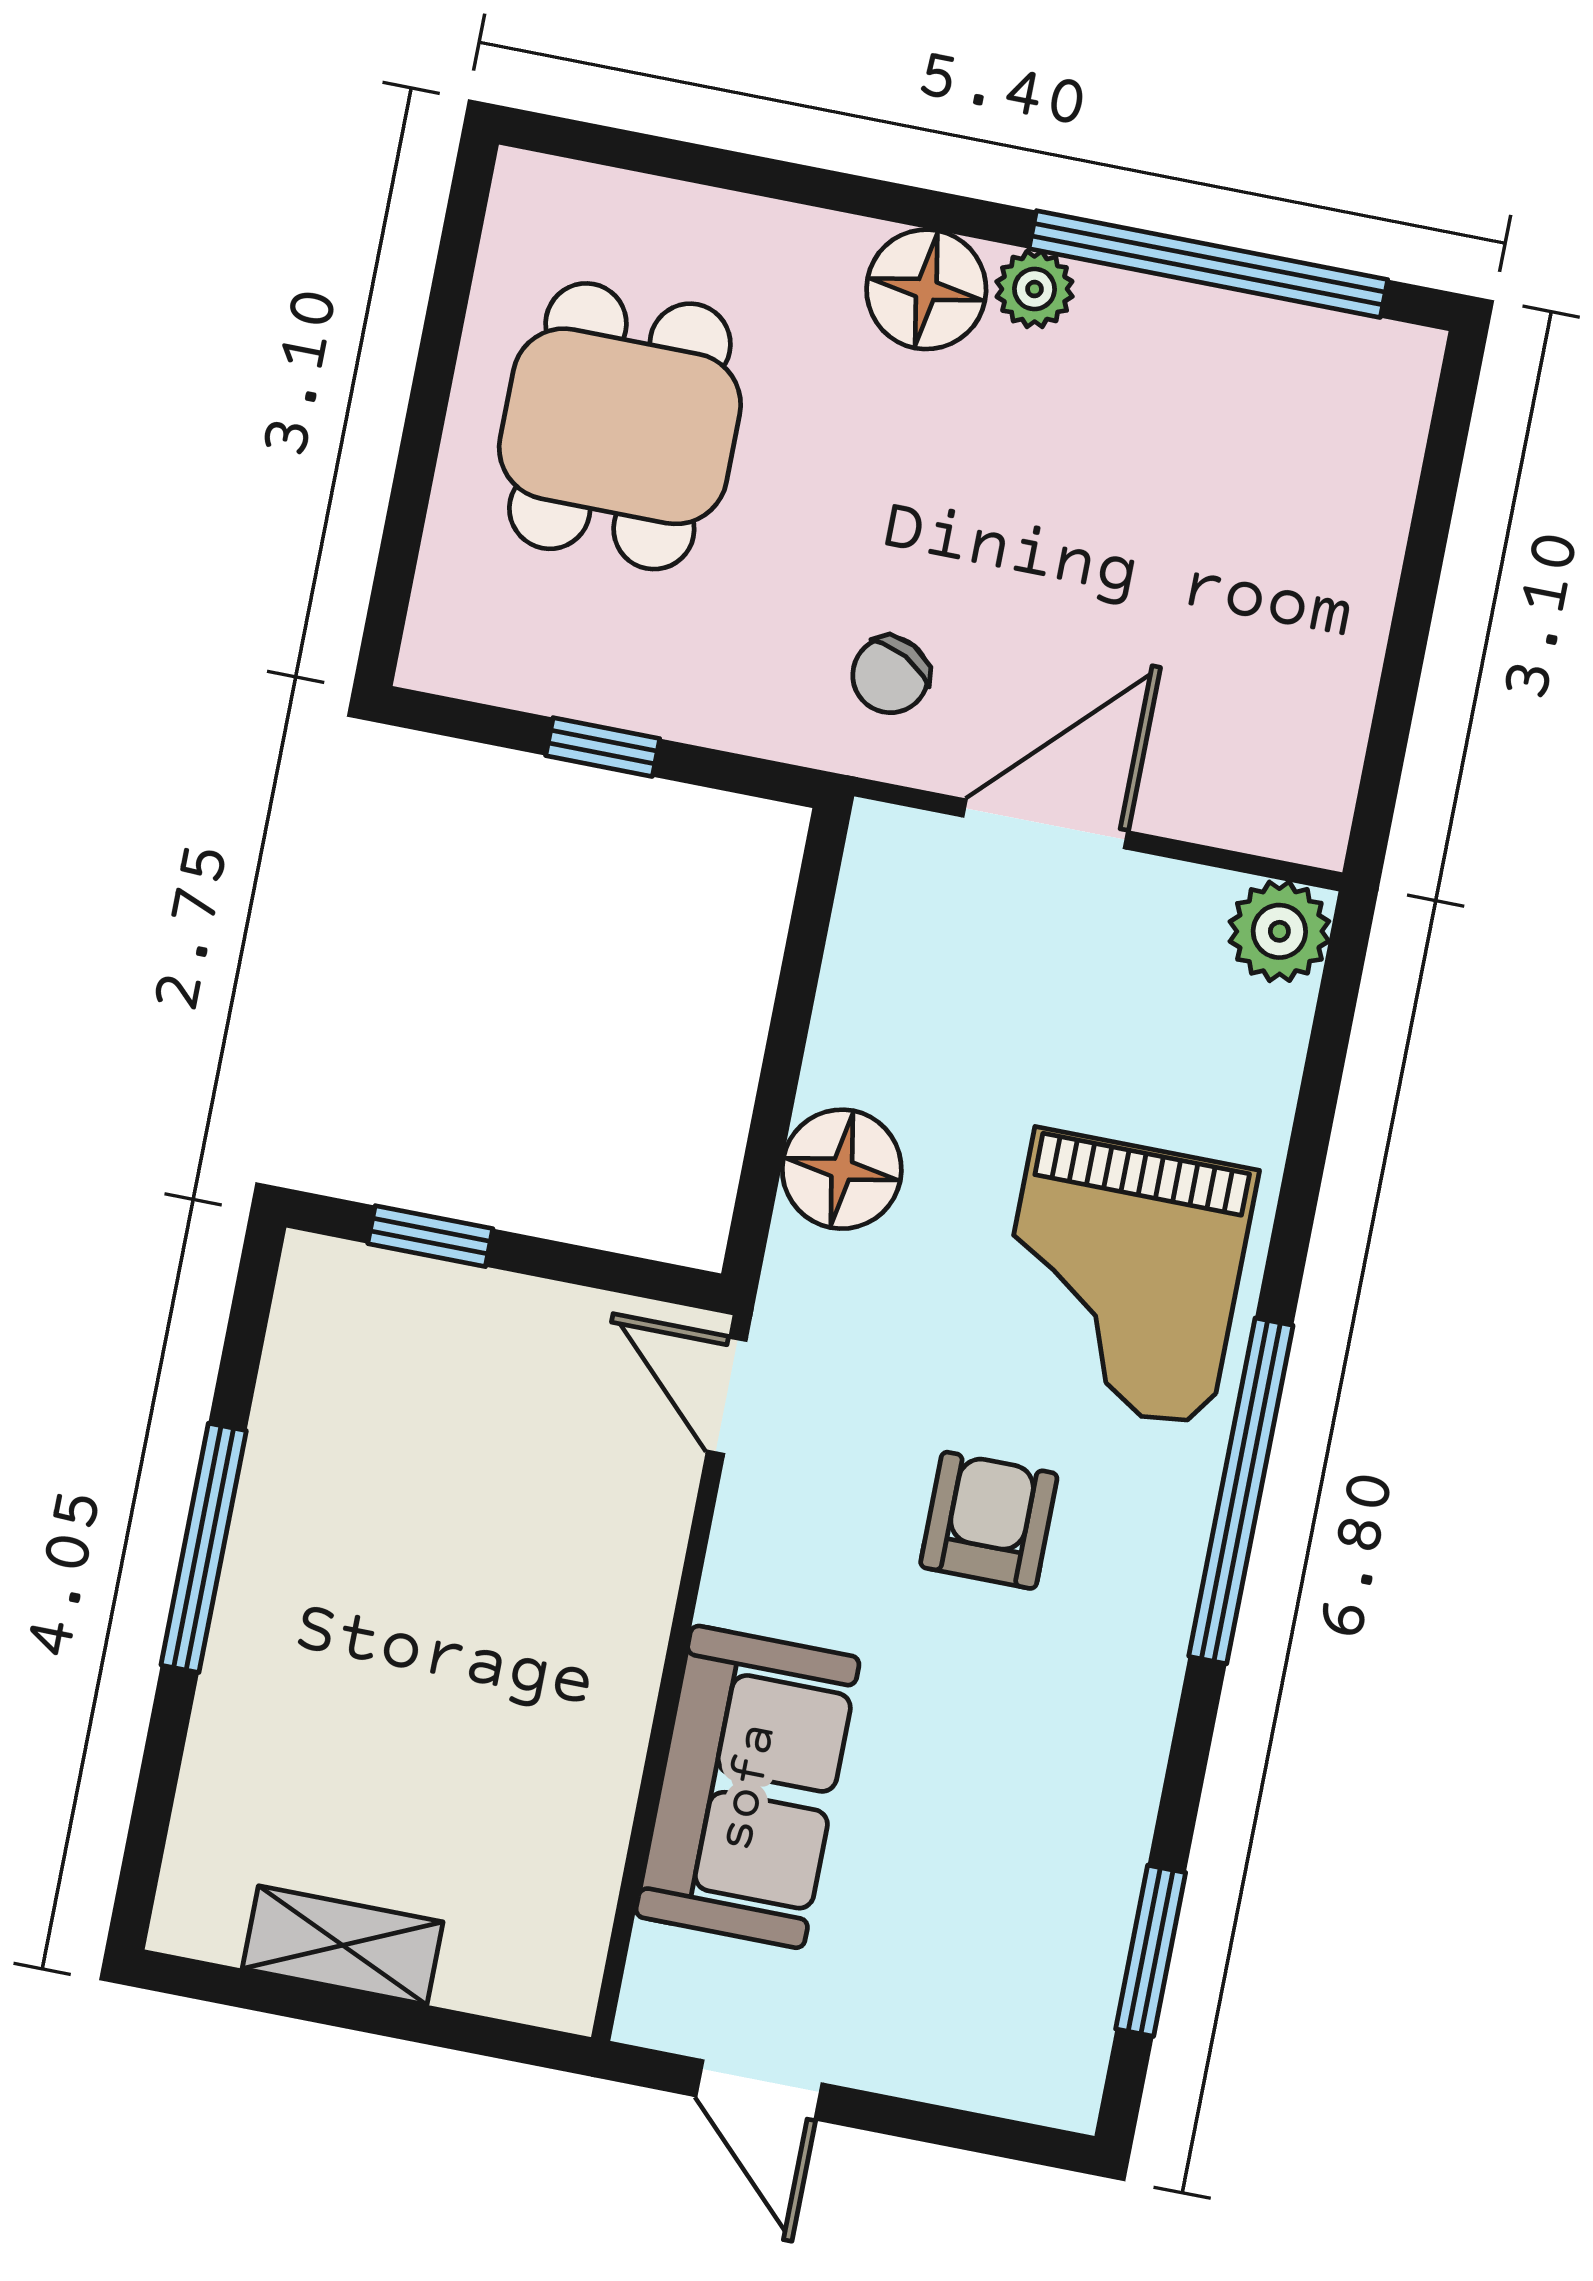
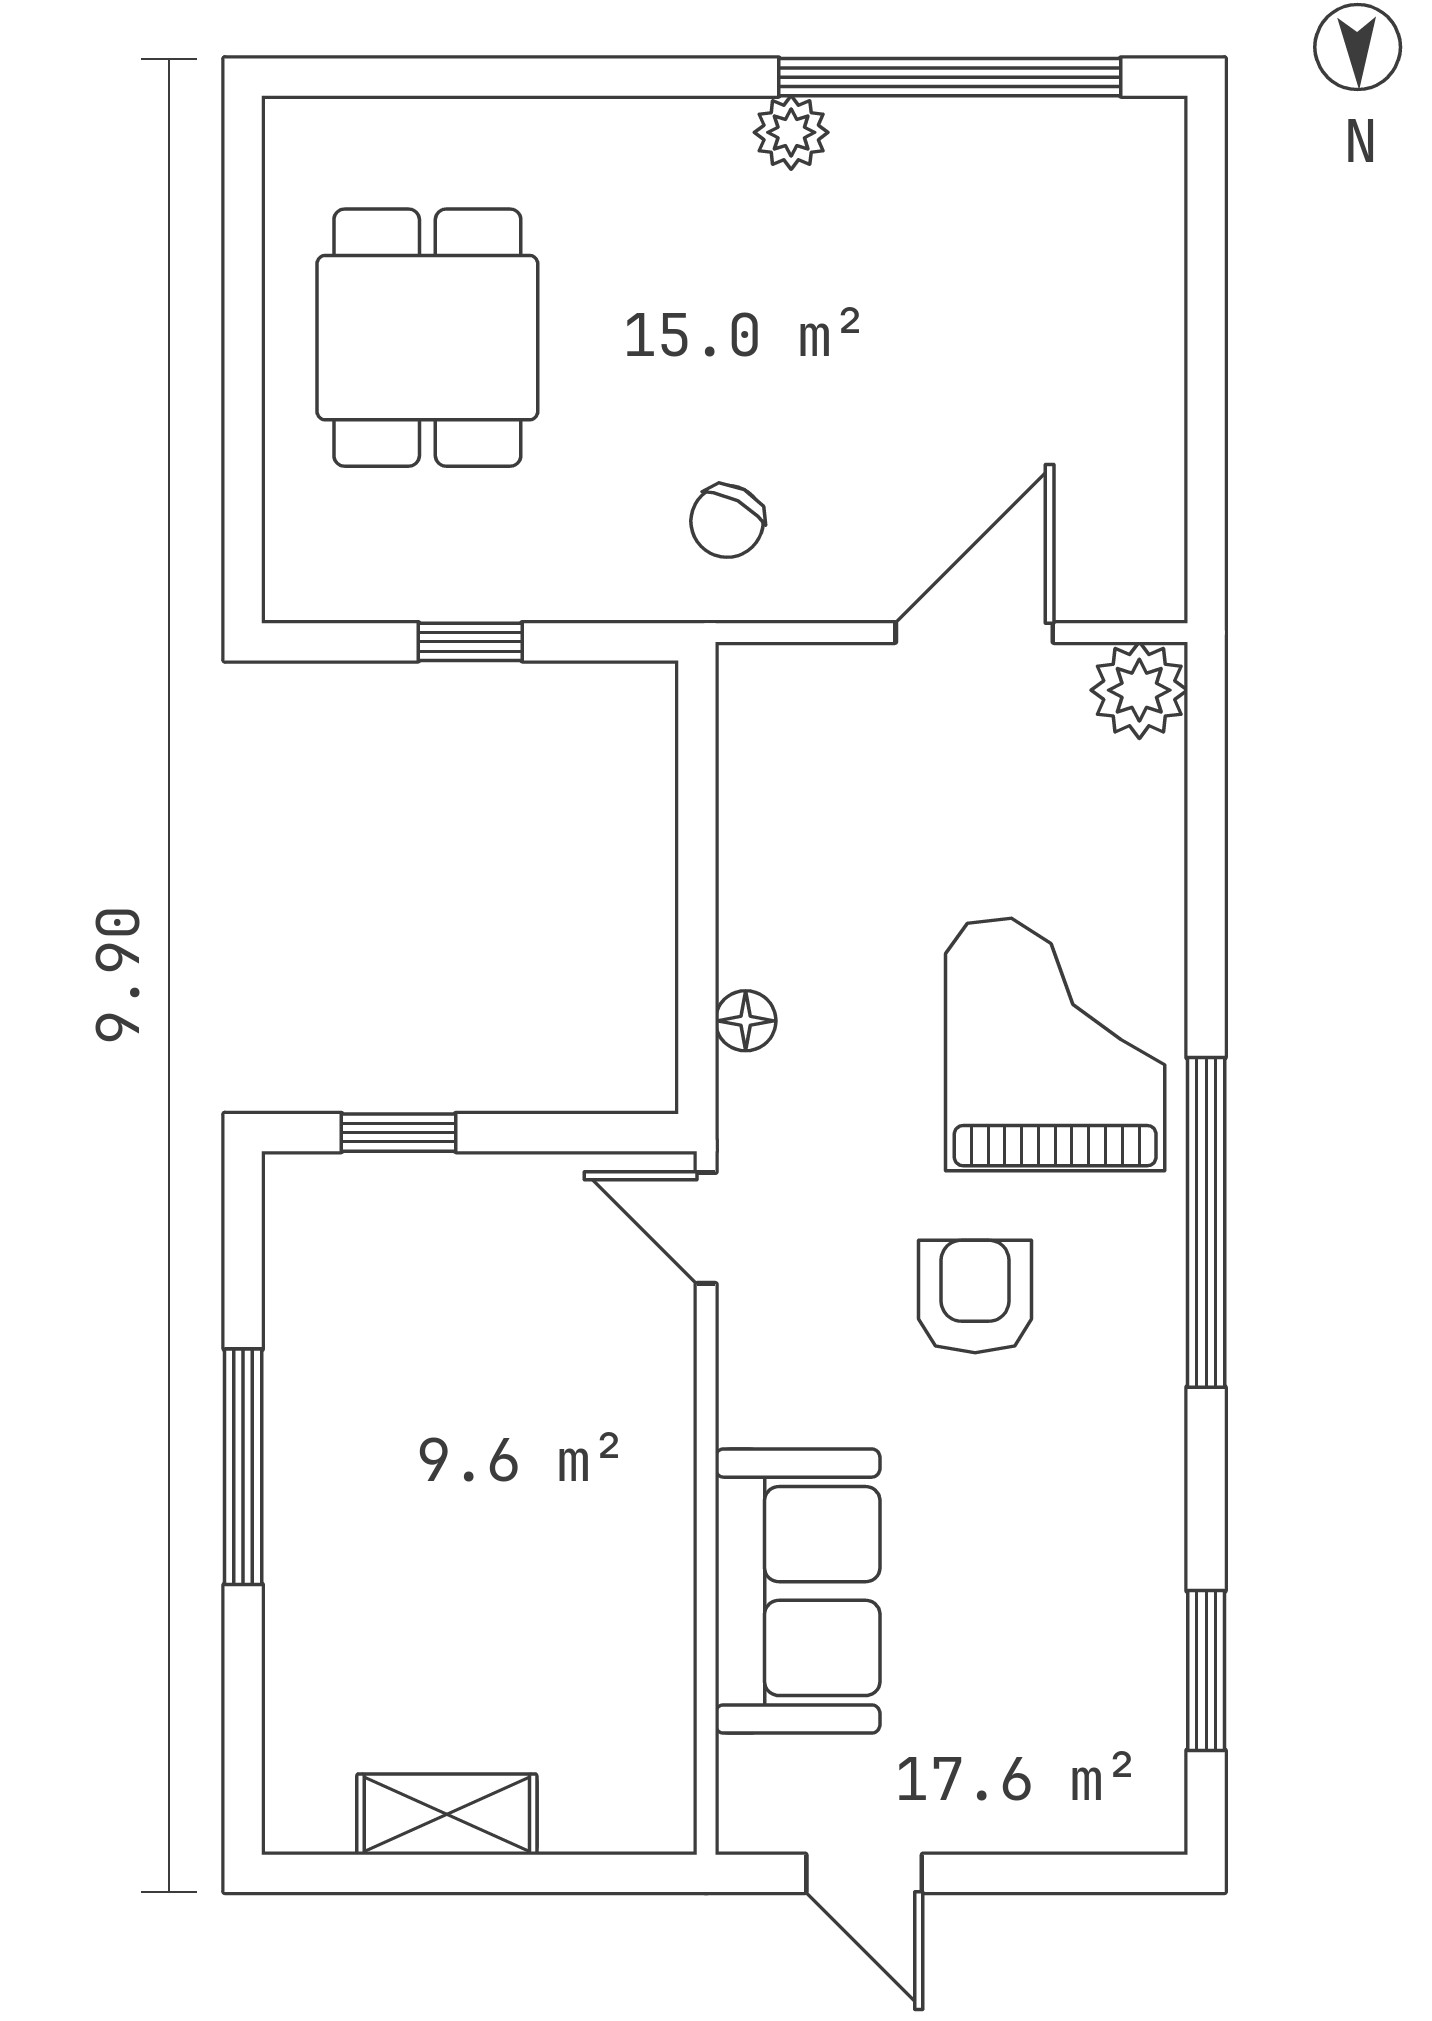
floor lamp: (926, 289) -> (690, 153), removed
door: (1045, 824) -> (974, 633), moved
floor lamp: (842, 1169) -> (746, 1021), width x0.53, depth x0.53
grand piano: (1122, 1278) -> (1055, 1045), turned 180

